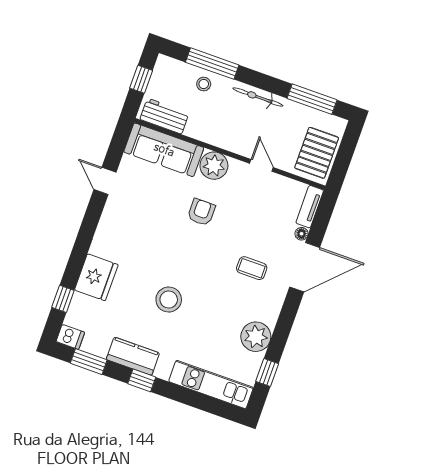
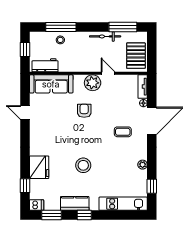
bicycle: (258, 97) -> (105, 36), moved
plant: (214, 166) -> (93, 83), moved
plant: (256, 337) -> (143, 165), width x0.53, depth x0.53

